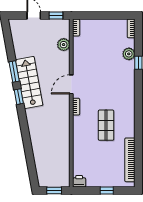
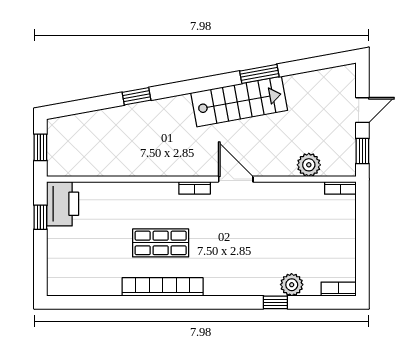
window: (19, 97) -> (137, 96), moved
bookcase: (130, 160) -> (163, 287), moved
printer: (79, 181) -> (63, 204), width x1.87, depth x1.48
window: (107, 191) -> (40, 217), moved

